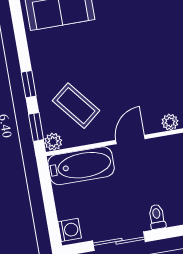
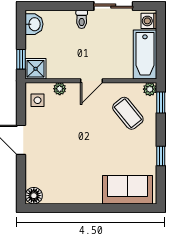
window: (29, 84) -> (161, 156), moved
bathtub: (81, 166) -> (145, 55), moved, turned -90

